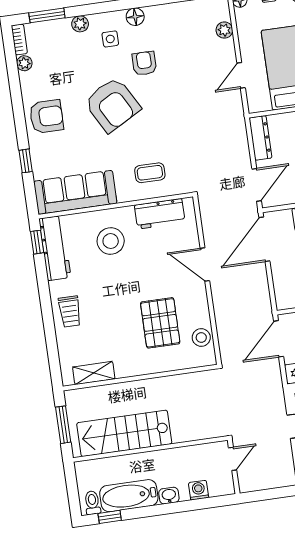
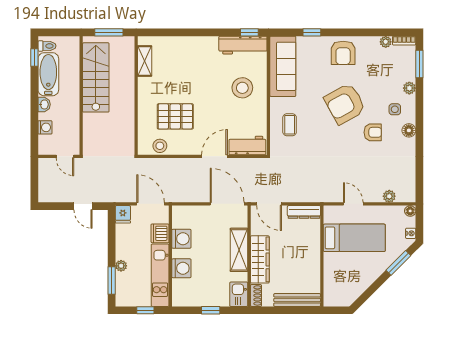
workbench: (160, 214) -> (247, 146), moved, turned 90
trolley: (70, 312) -> (194, 49), removed

